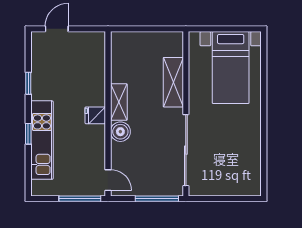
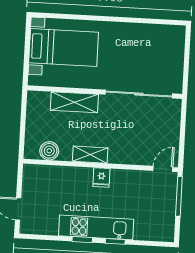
window: (28, 83) -> (82, 240), moved
boiler: (120, 132) -> (49, 151), moved
kitchen unit: (42, 140) -> (96, 227), moved
window: (157, 199) -> (183, 124), removed

